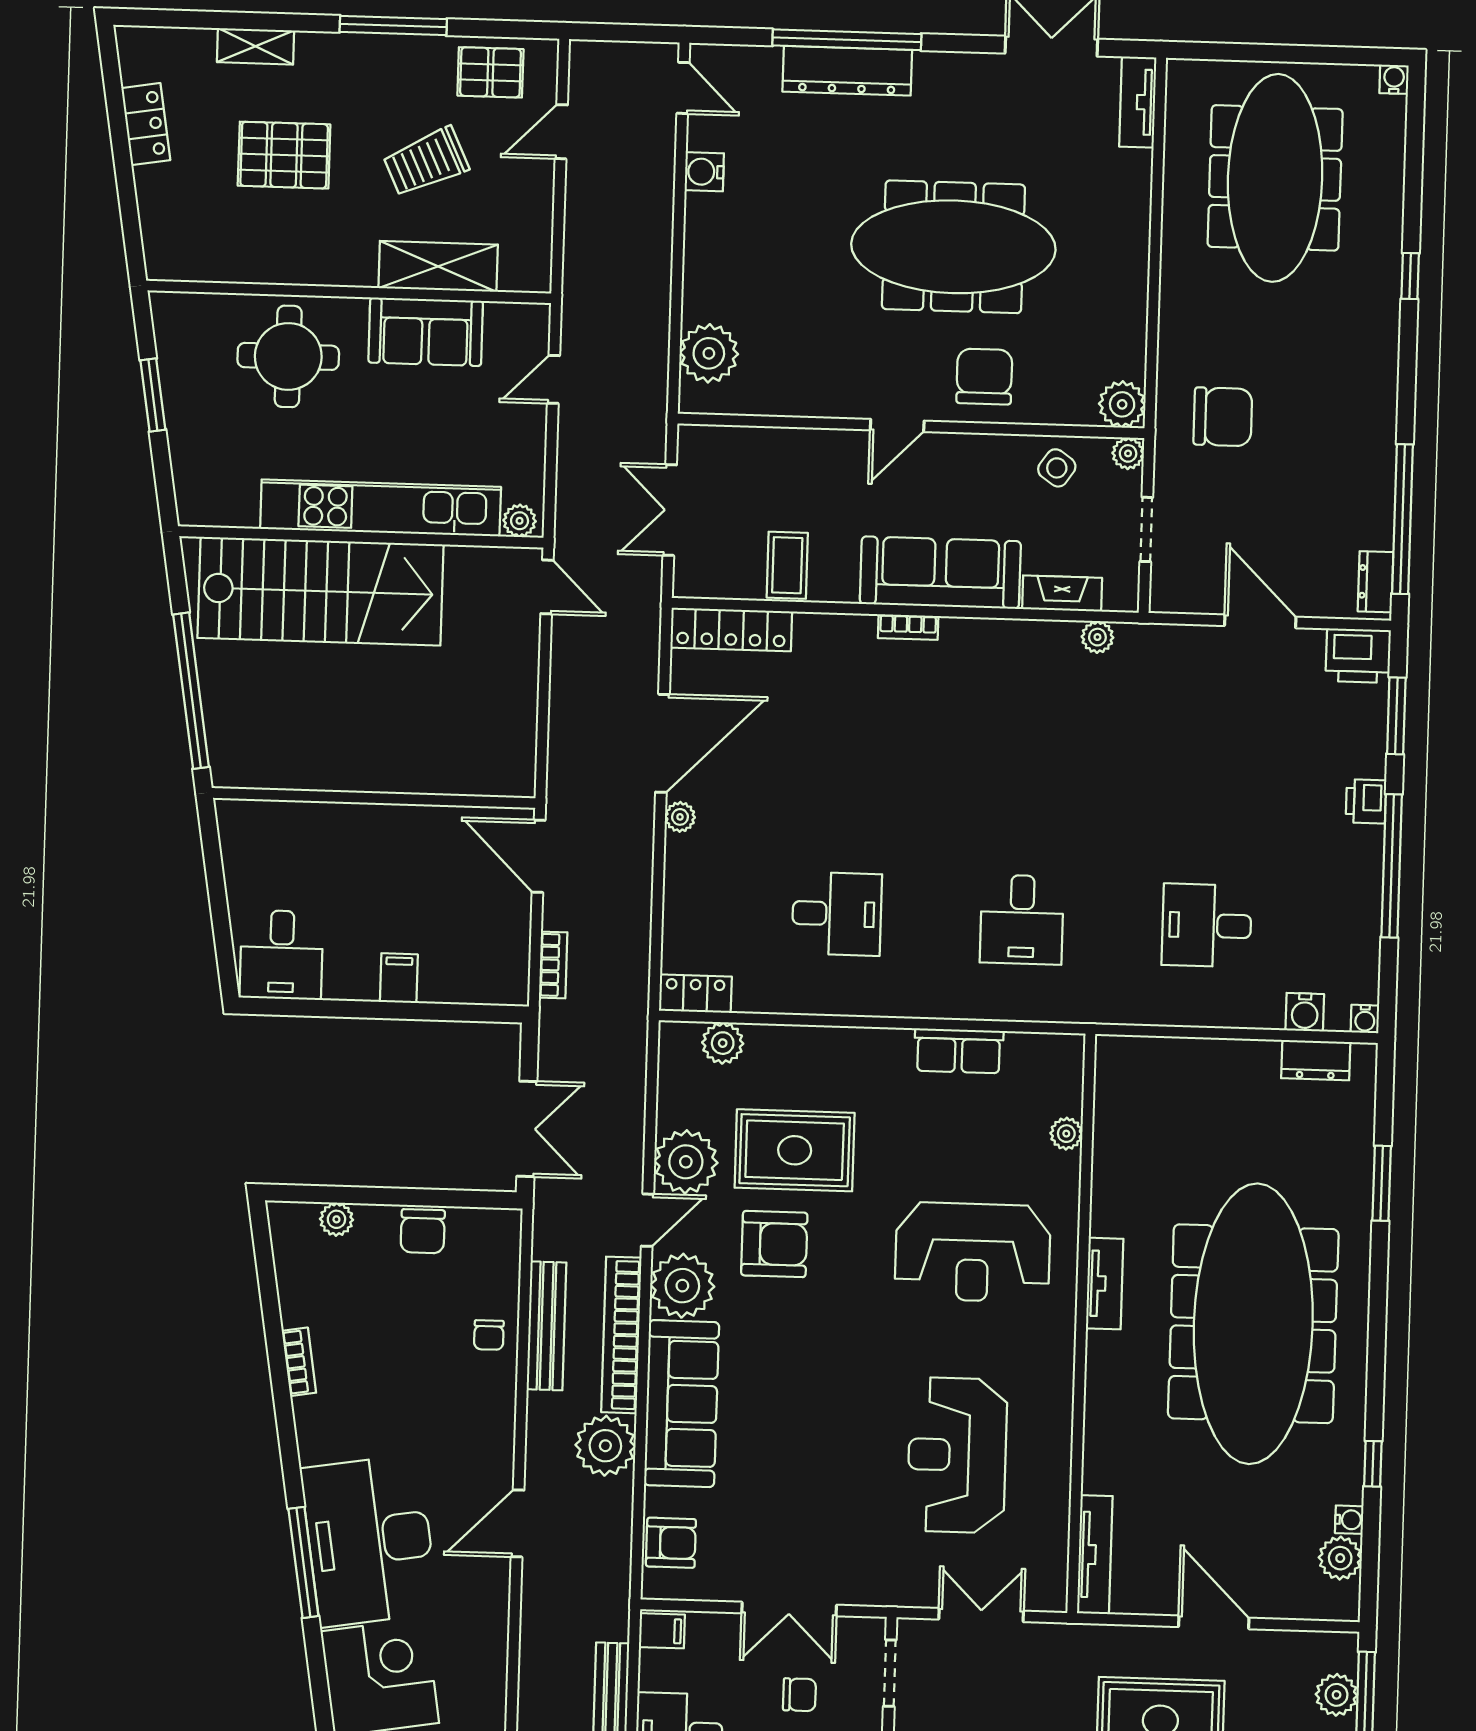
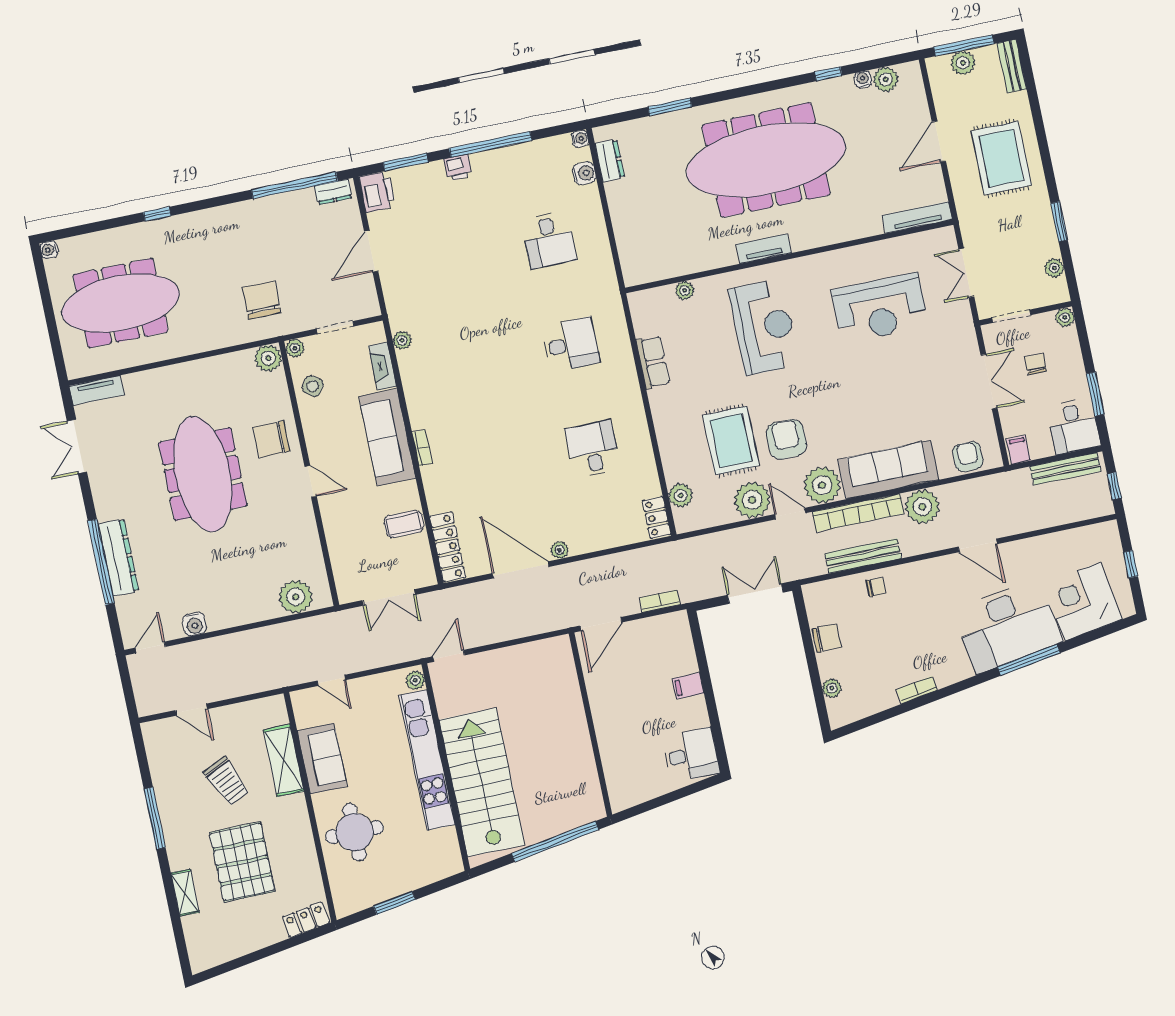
pallet: (490, 72) -> (168, 757), removed
locker: (146, 124) -> (306, 920), moved
pallet: (284, 155) -> (242, 862), width x1.37, depth x1.41

